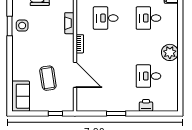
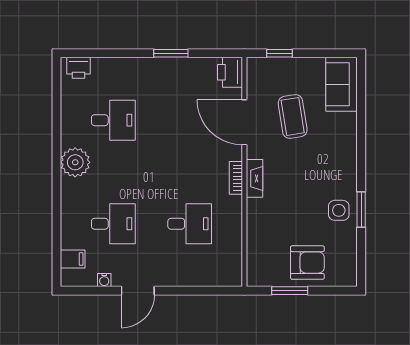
fireplace: (69, 23) -> (255, 178), moved
printer: (83, 103) -> (230, 72), added
printer: (146, 105) -> (79, 68), moved

